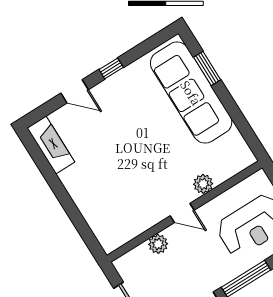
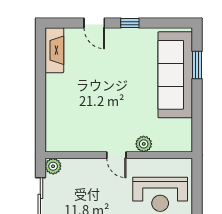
plant: (158, 244) -> (53, 166), moved

